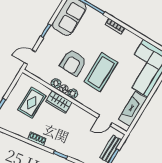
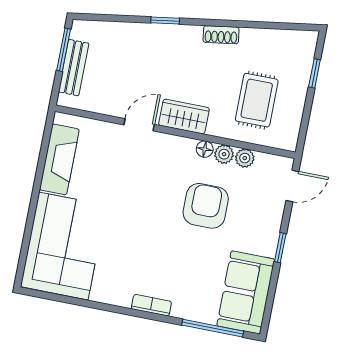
coffee table: (101, 72) -> (146, 207), removed
plant: (73, 94) -> (245, 158), moved
wardrobe: (59, 102) -> (184, 117), moved
door: (105, 120) -> (139, 125), moved

